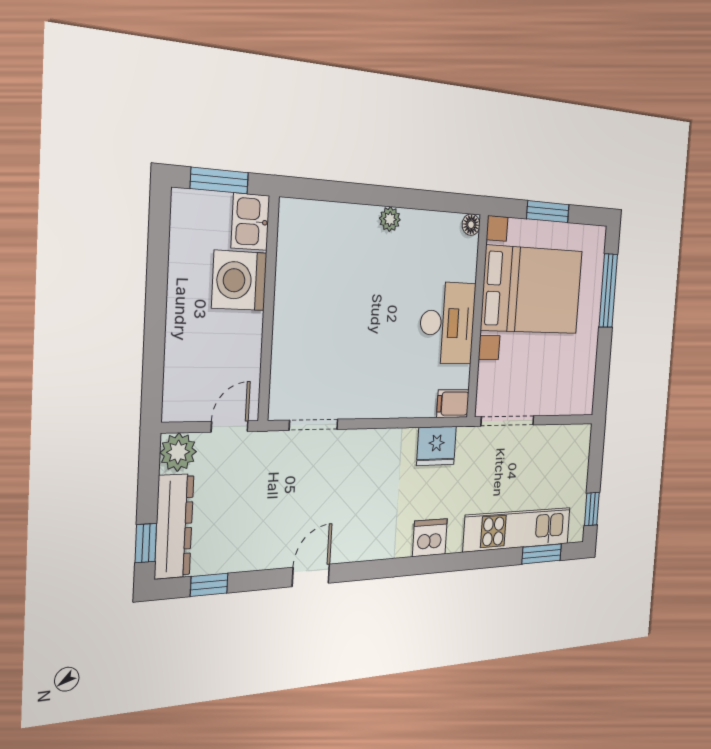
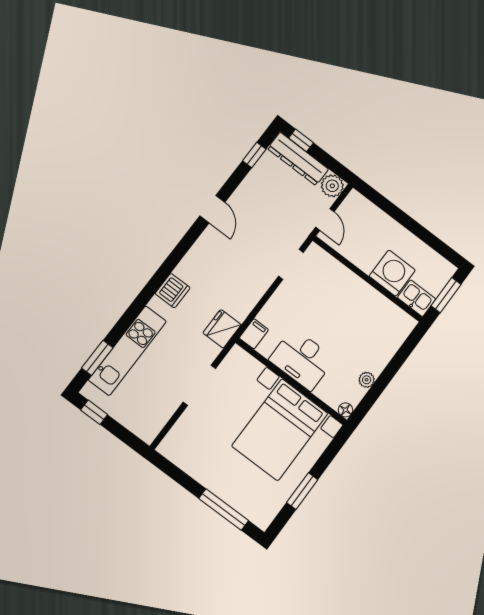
floor lamp: (471, 225) -> (345, 410), moved
bed with nightstands: (532, 290) -> (280, 430), moved
wall: (477, 317) -> (291, 382), moved
desk: (447, 323) -> (302, 359), moved
filing cabinet: (453, 404) -> (254, 334), moved

